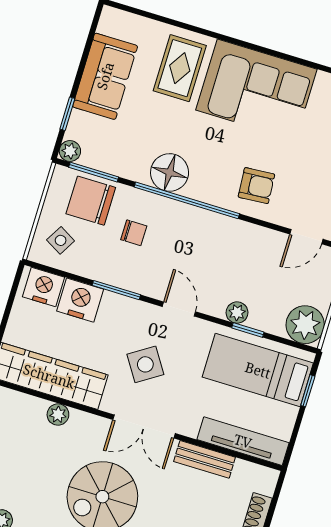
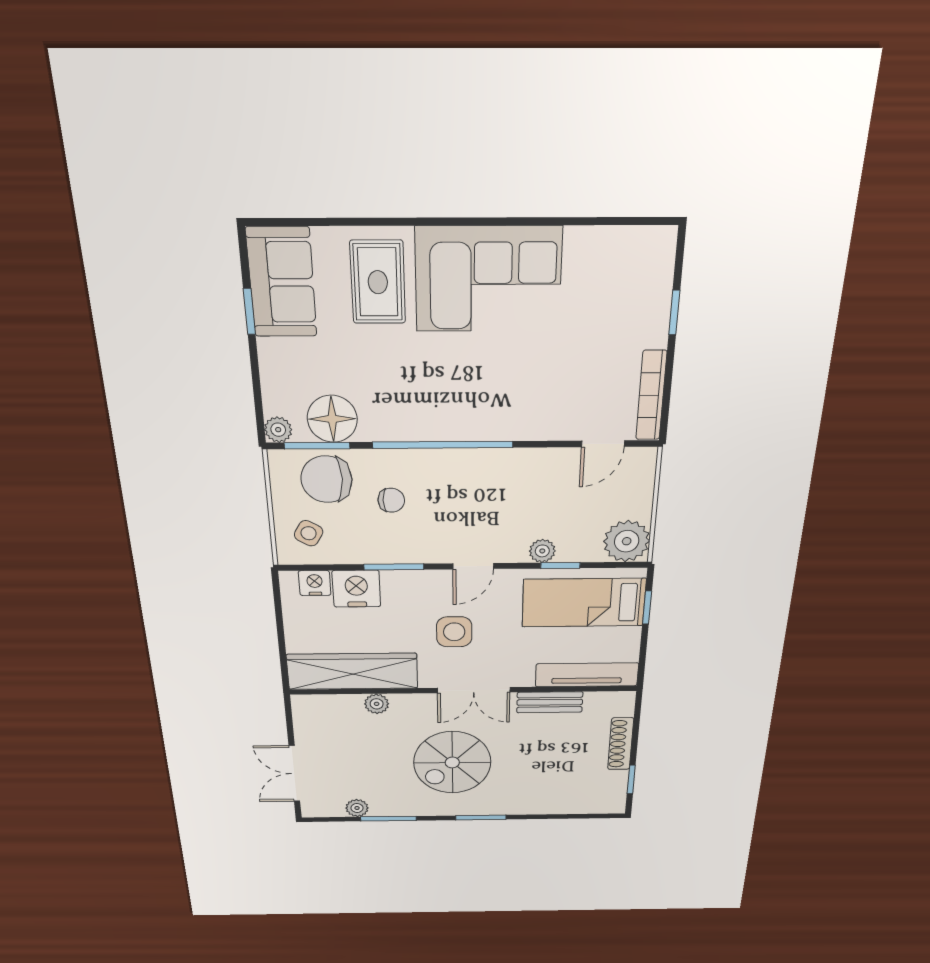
sofa: (105, 76) -> (282, 282), moved
window: (67, 114) -> (249, 311), moved
floor lamp: (170, 172) -> (332, 419), moved
armchair: (256, 186) -> (524, 402), removed
nightstand: (43, 287) -> (315, 583), width x0.74, depth x0.75
door: (179, 309) -> (473, 566), swing flipped
side table: (145, 364) -> (454, 632), turned 33

